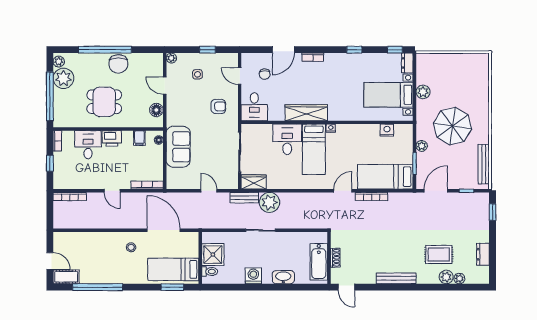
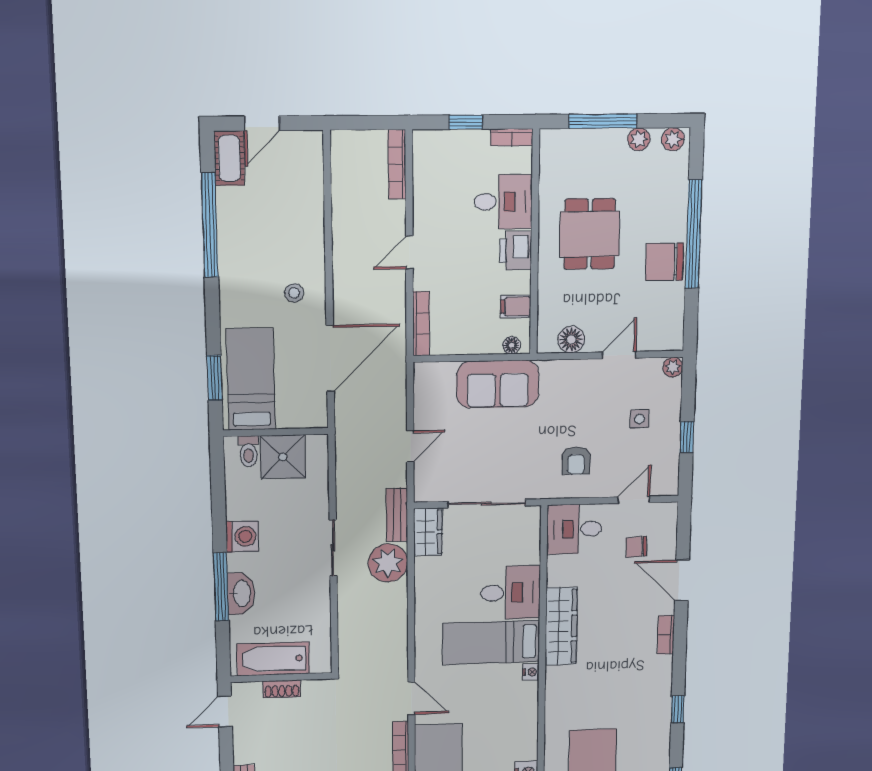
plant: (63, 78) -> (639, 139), width x0.53, depth x0.53
window: (50, 96) -> (603, 121), width x0.68
window: (280, 287) -> (221, 587), added

